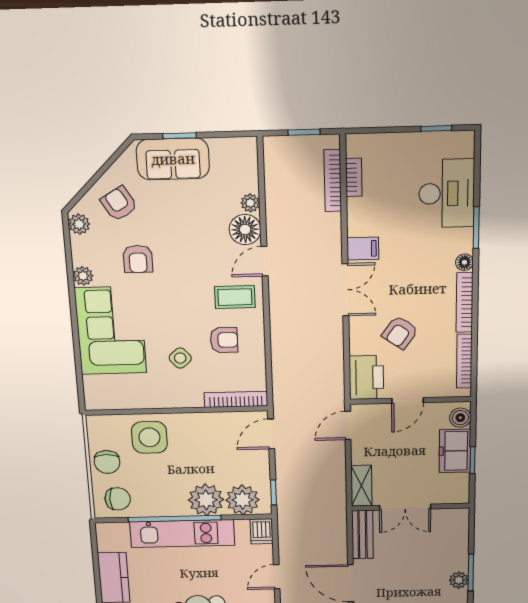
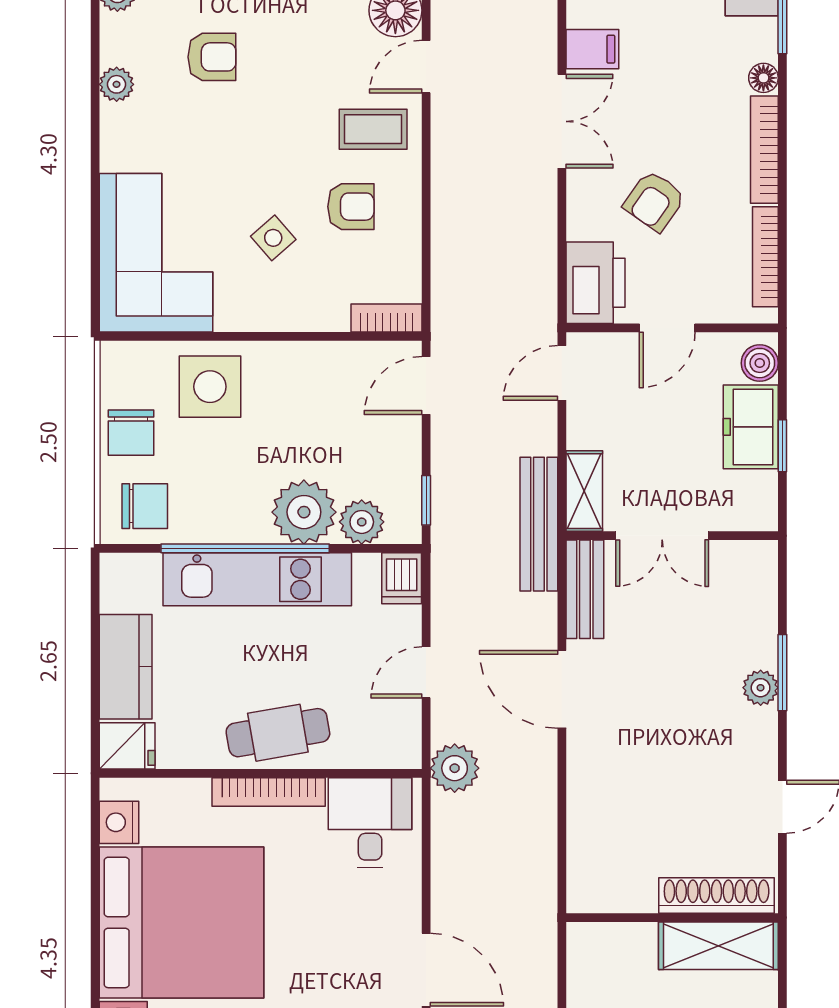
armchair: (138, 259) -> (212, 57), turned -90
corner sofa: (111, 331) -> (156, 253), moved
bookcase: (236, 399) -> (386, 318), width x0.64
plant: (243, 500) -> (362, 522), width x0.73, depth x0.73
bench: (336, 503) -> (539, 524), added

